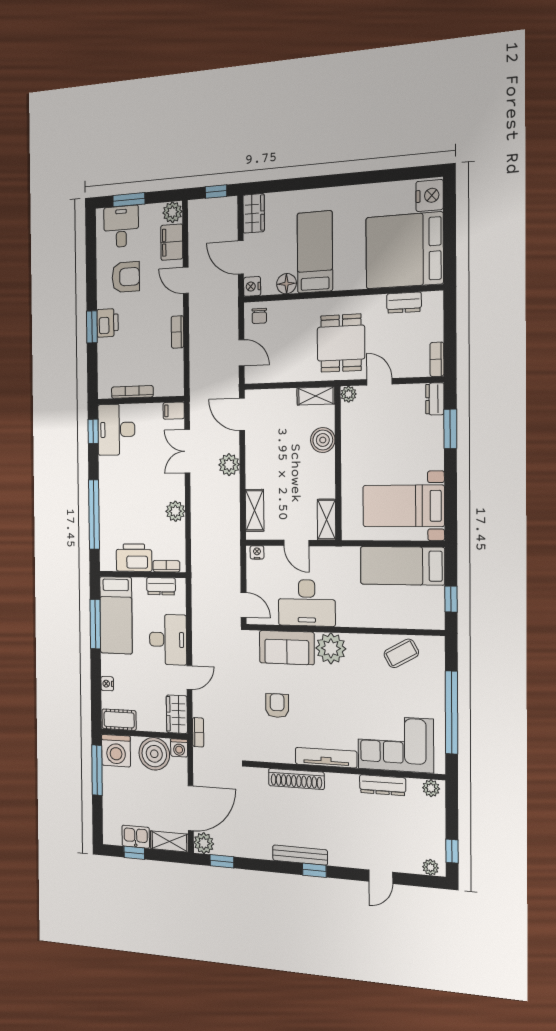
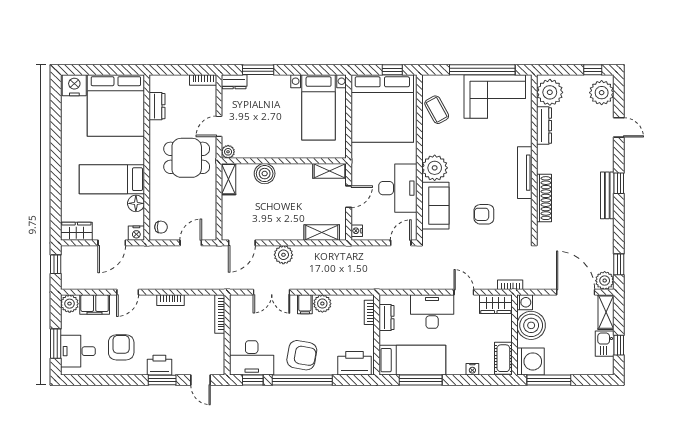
door: (92, 371) -> (201, 380), added
bookcase: (132, 392) -> (220, 314), moved
filing cabinet: (174, 411) -> (305, 304), moved
armchair: (120, 488) -> (302, 355), added
window: (94, 514) -> (302, 380), moved
printer: (134, 558) -> (355, 363), moved, turned 90
bed: (402, 566) -> (382, 109), width x2.04
corner sofa: (396, 744) -> (495, 97), moved, turned -90
plant: (431, 788) -> (550, 92), width x1.88, depth x1.88
plant: (430, 867) -> (602, 93), width x1.87, depth x1.87

